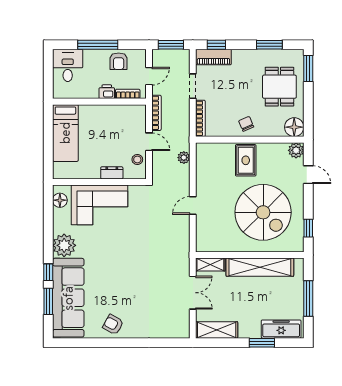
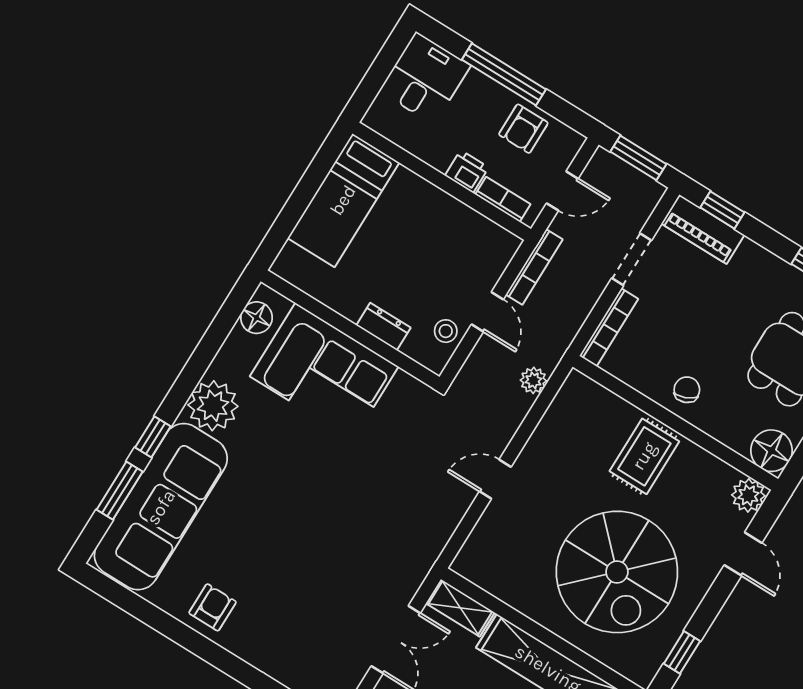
armchair: (113, 325) -> (213, 607), turned 61

